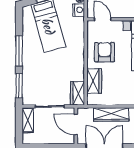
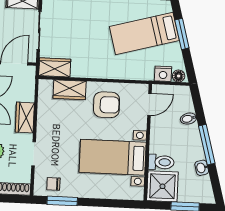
wardrobe: (111, 114) -> (25, 118), width x0.67

